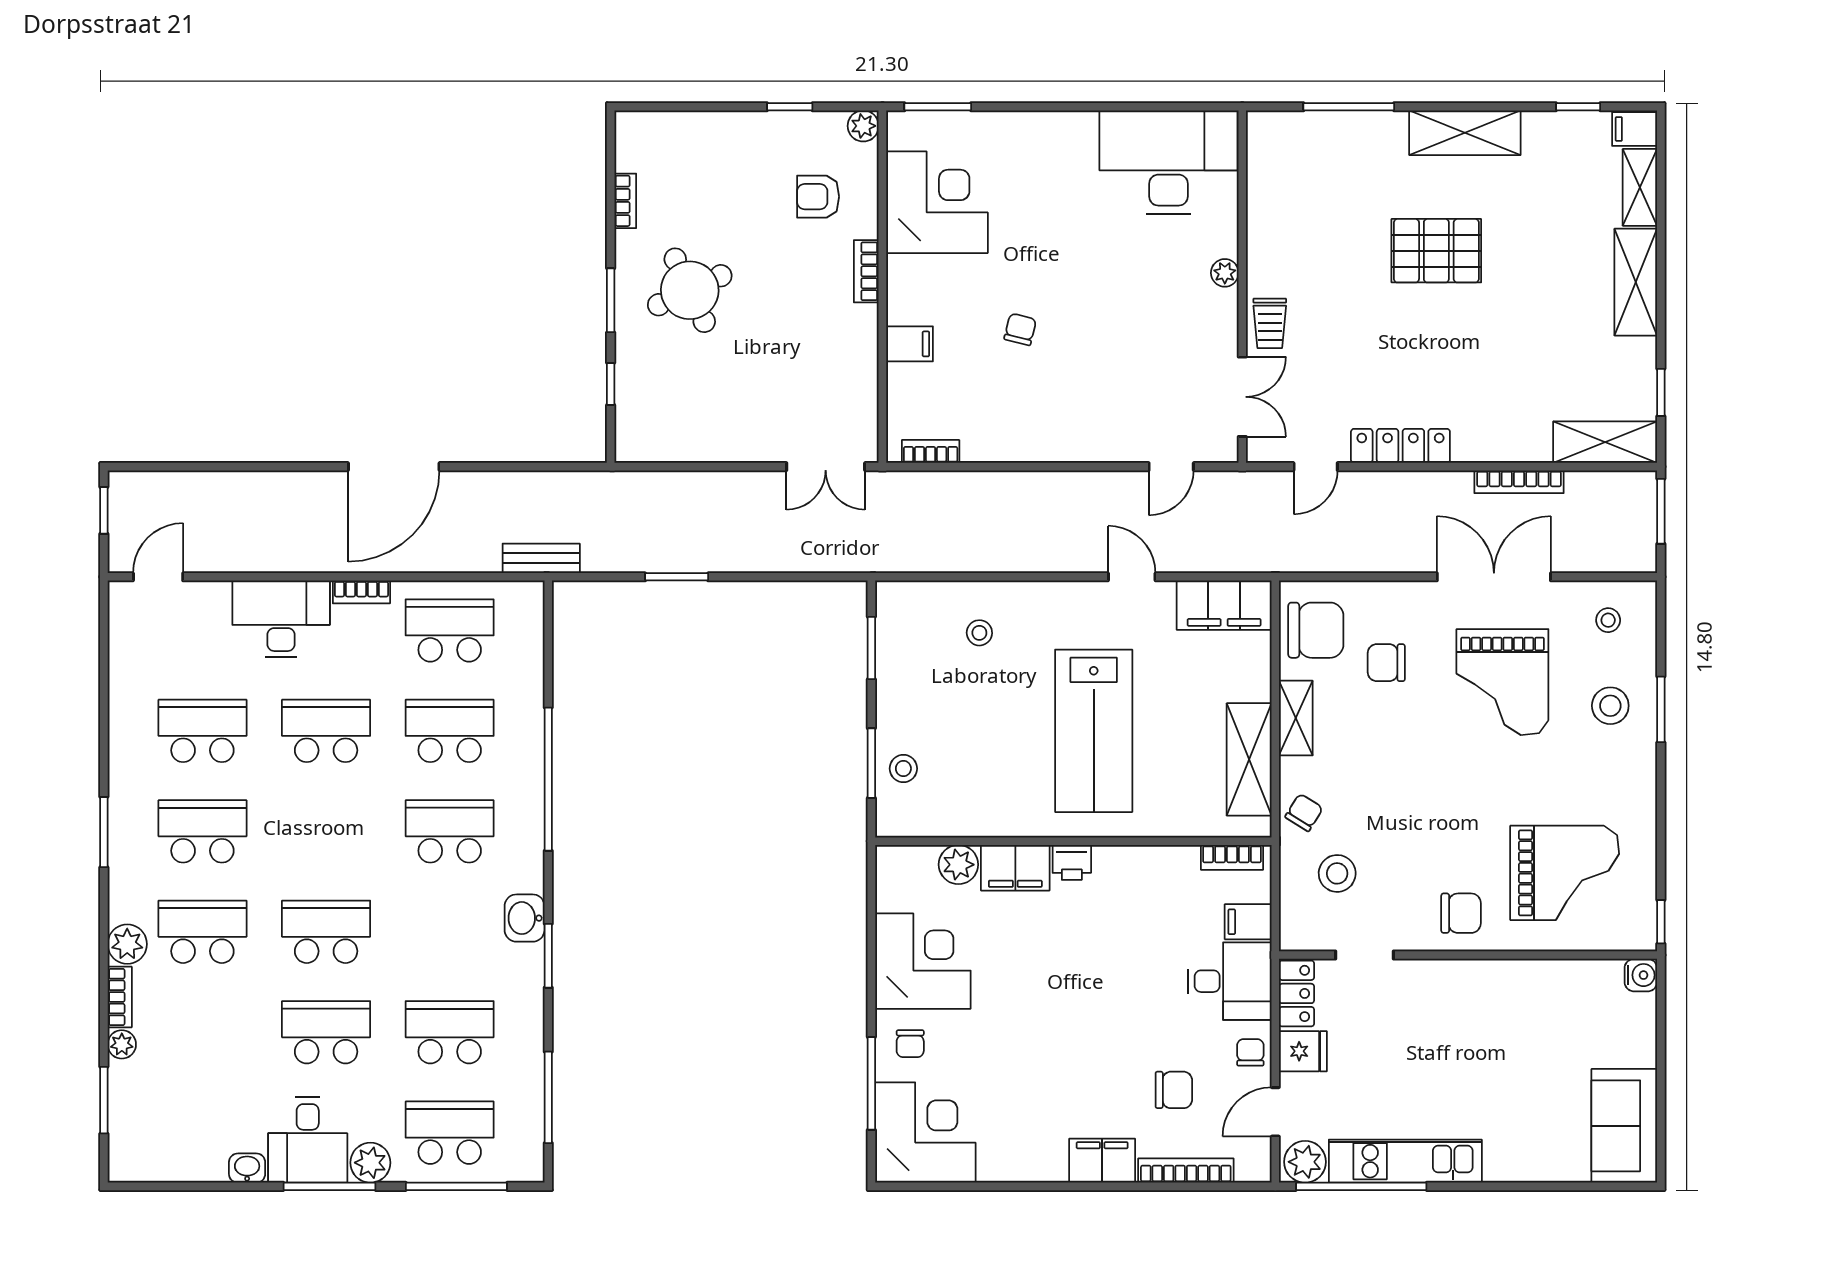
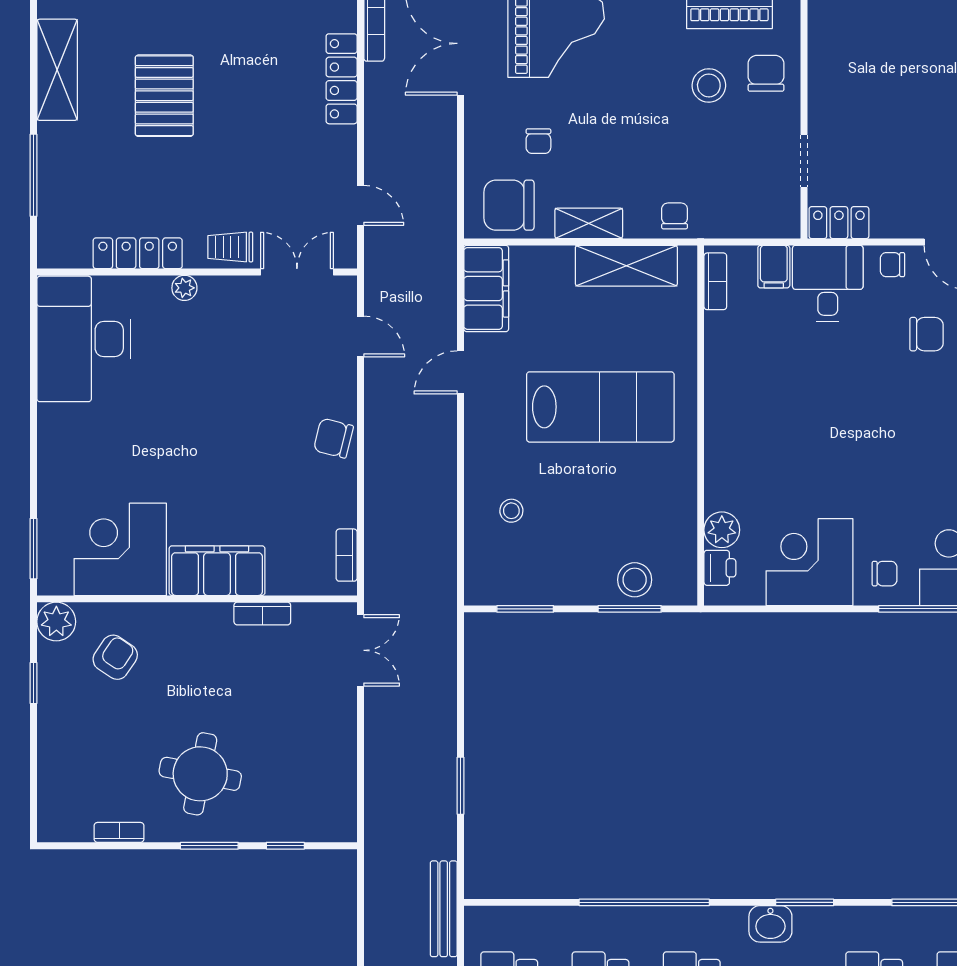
plant: (863, 126) -> (56, 622), width x1.38, depth x1.38
armchair: (818, 197) -> (115, 657), turned -146
locker: (1263, 221) -> (138, 253), added
bookcase: (866, 271) -> (262, 614), moved
round table: (690, 290) -> (200, 774), turned 36
trolley: (1270, 323) -> (230, 247), turned 180
chair: (1020, 329) -> (333, 438), moved, width x1.37, depth x1.37
filing cabinet: (910, 344) -> (217, 571), width x3.00, depth x1.17
locker: (1400, 446) -> (342, 79), moved
bench: (541, 558) -> (444, 909), width x1.36
chair: (1316, 630) -> (509, 205), turned -90
chair: (1386, 663) -> (538, 141), width x0.73, depth x0.73
stool: (903, 769) -> (635, 580), width x1.37, depth x1.37
chair: (1304, 812) -> (675, 216), turned 58
printer: (1072, 862) -> (720, 568), moved
filing cabinet: (1015, 868) -> (725, 478), removed
stool: (1337, 873) -> (709, 85), moved
fridge: (1303, 1051) -> (891, 217), removed
chair: (1174, 1090) -> (927, 334), turned 90

